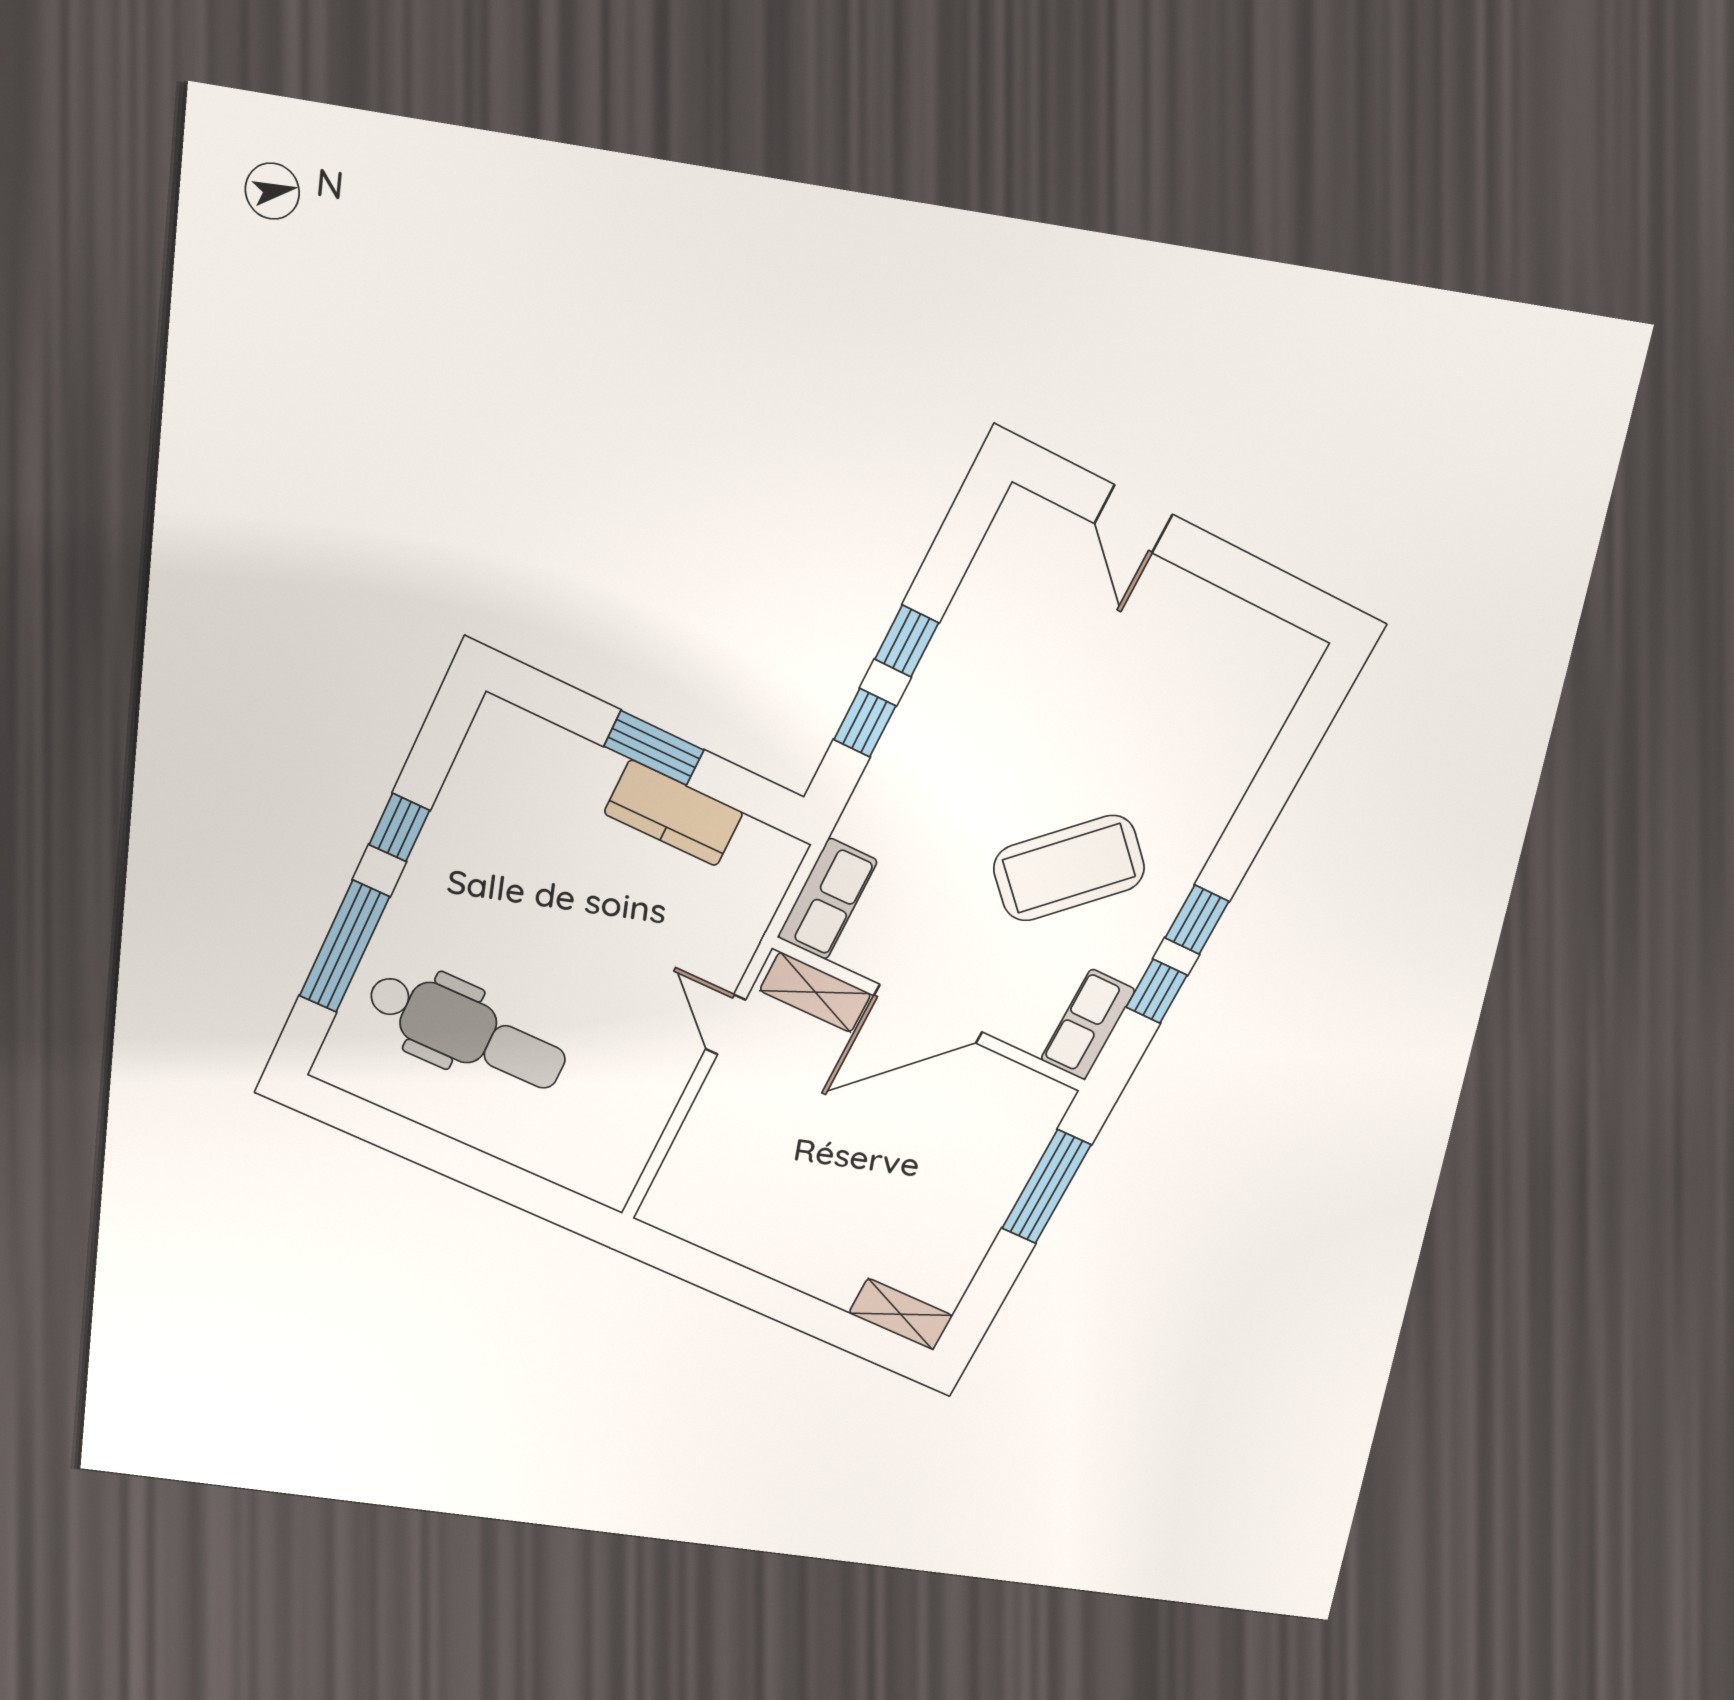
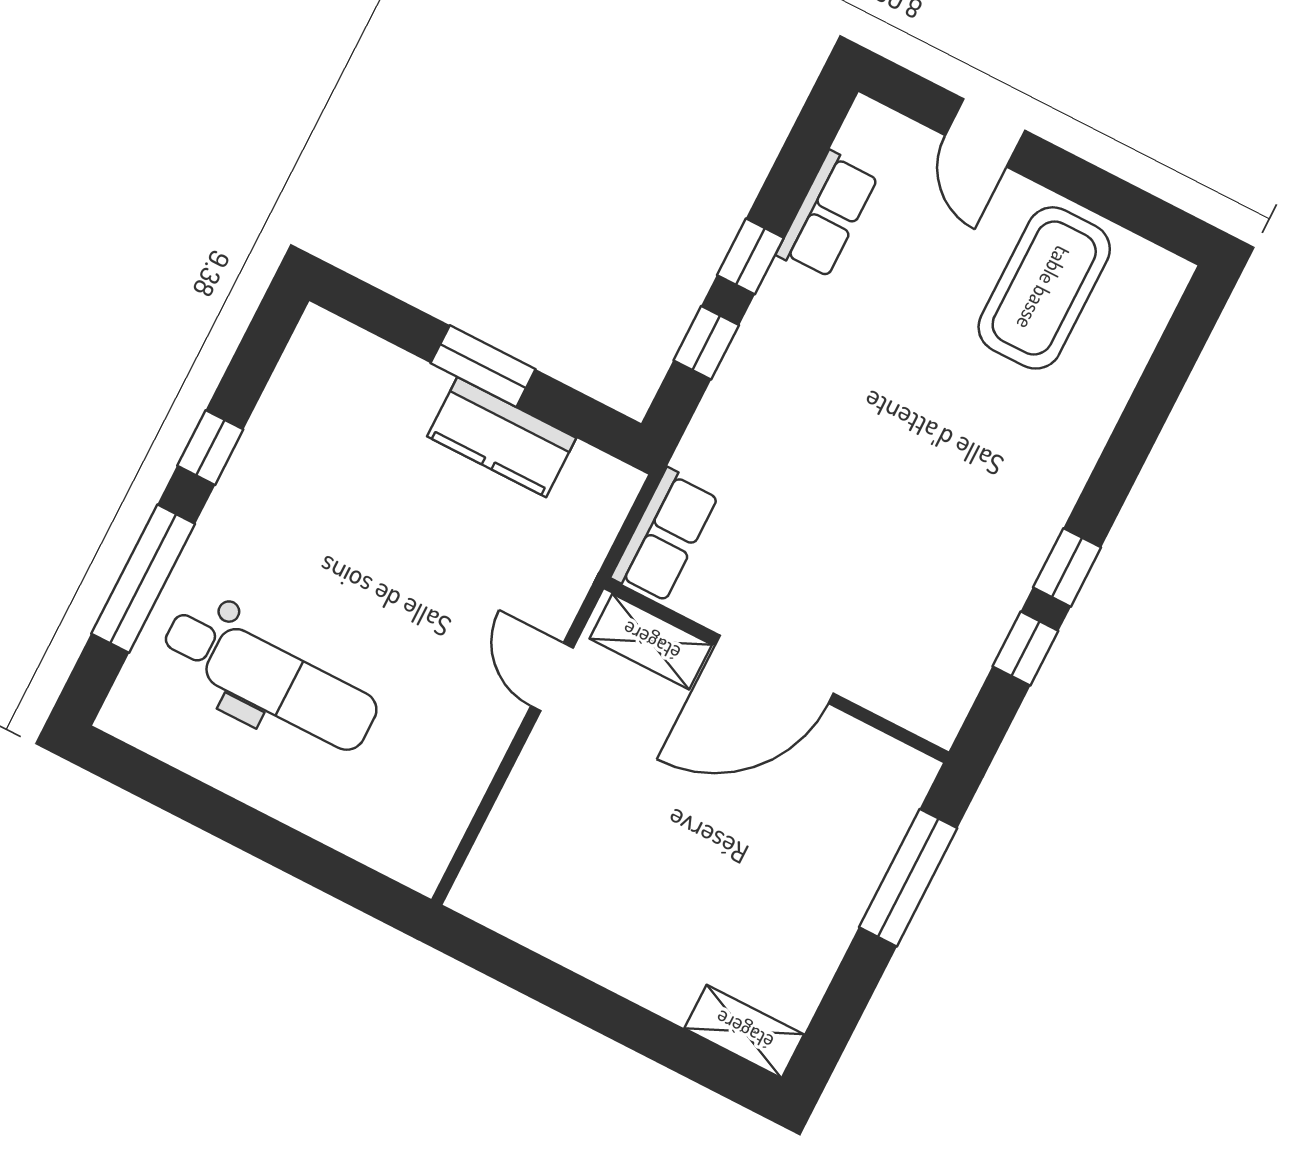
coffee table: (1069, 868) -> (1044, 288), moved, turned -46
row of seats: (1088, 1025) -> (827, 215), moved, turned 180

